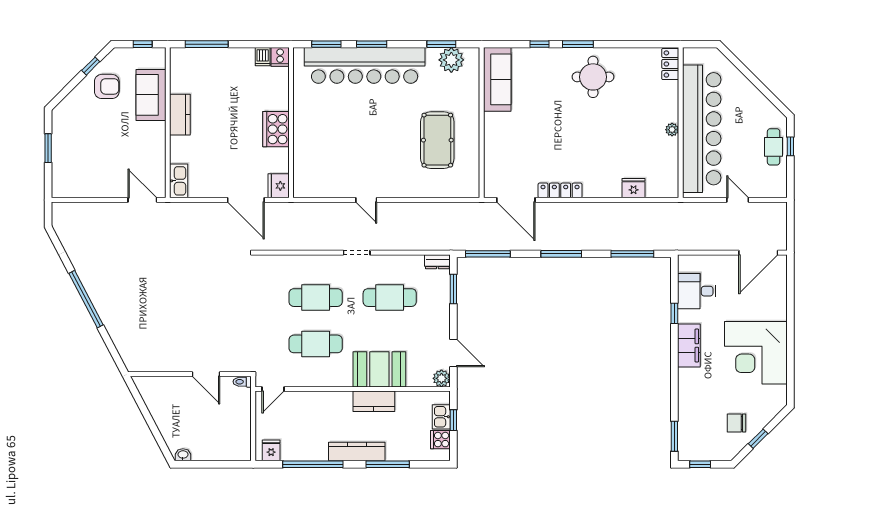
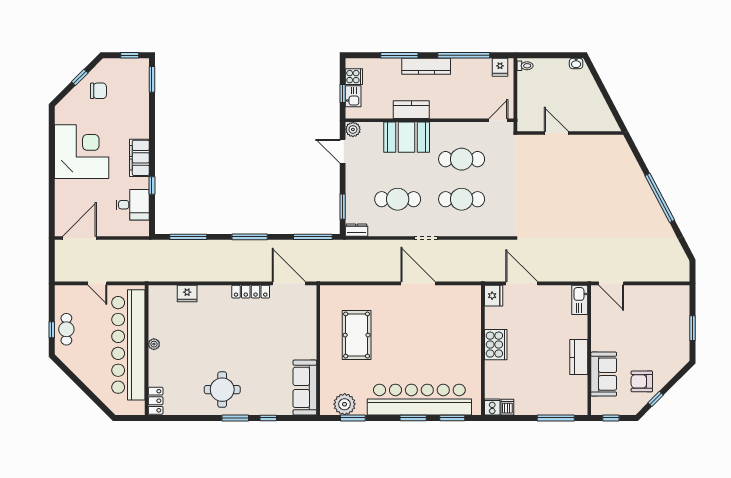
door: (366, 200) -> (418, 283), width x1.88
toilet: (242, 382) -> (525, 66), moved

